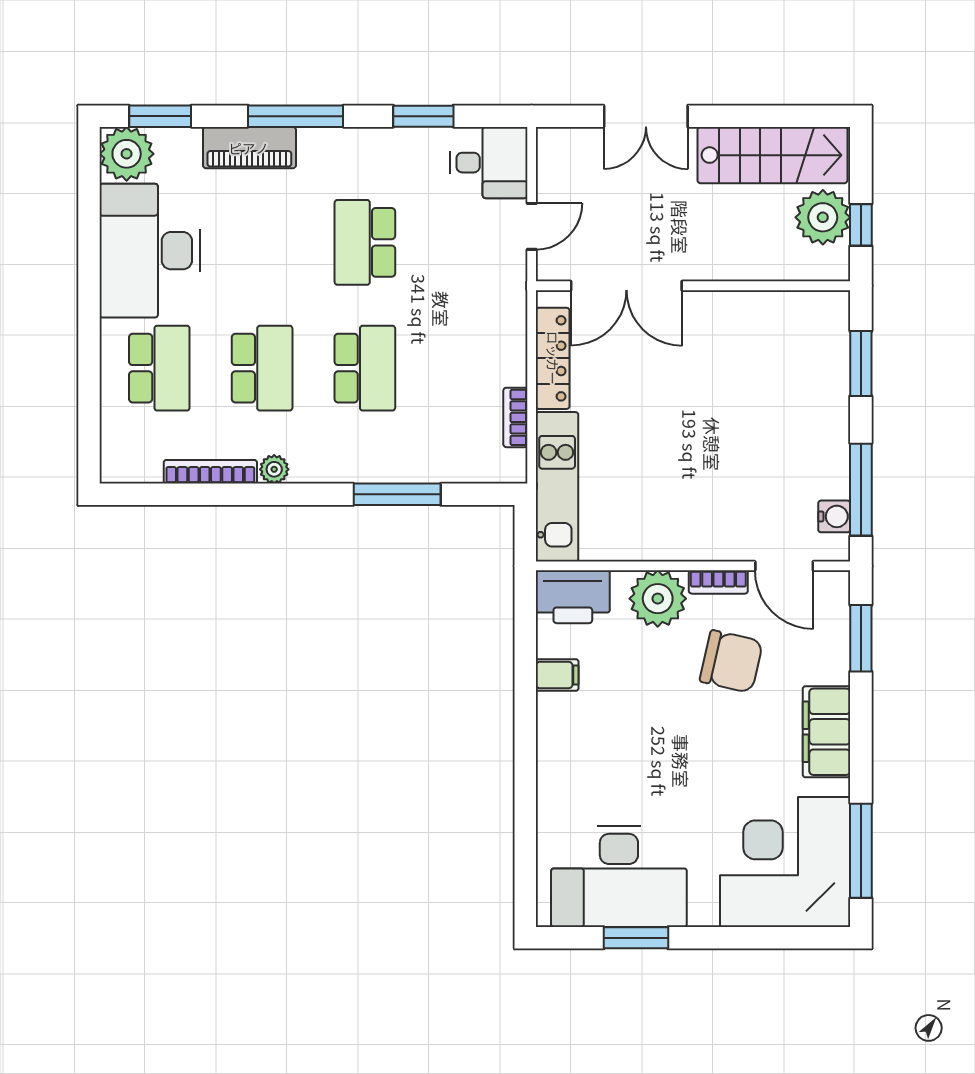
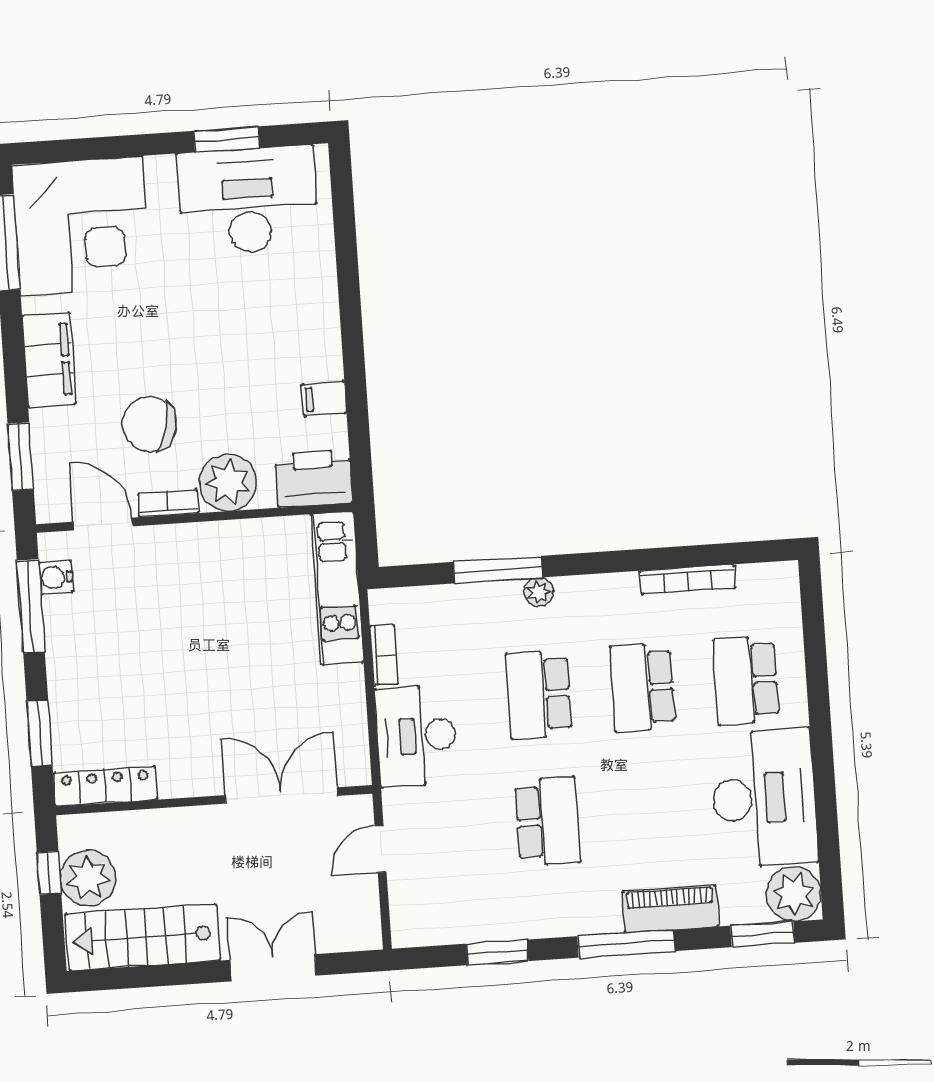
desk: (489, 163) -> (416, 736), moved, width x1.37
locker: (553, 358) -> (105, 786), moved, turned 90
plant: (274, 469) -> (539, 592), moved

